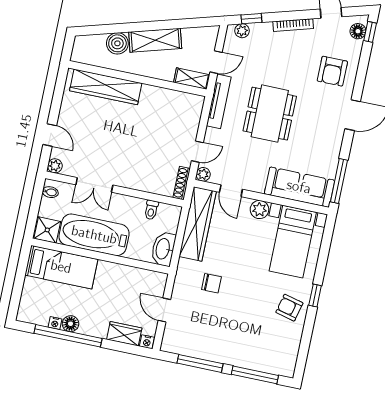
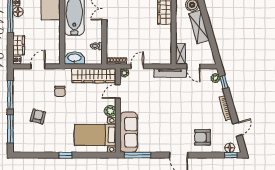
dining table: (270, 114) -> (169, 105), removed
door: (197, 152) -> (137, 66), swing flipped
armchair: (289, 308) -> (38, 117), moved

